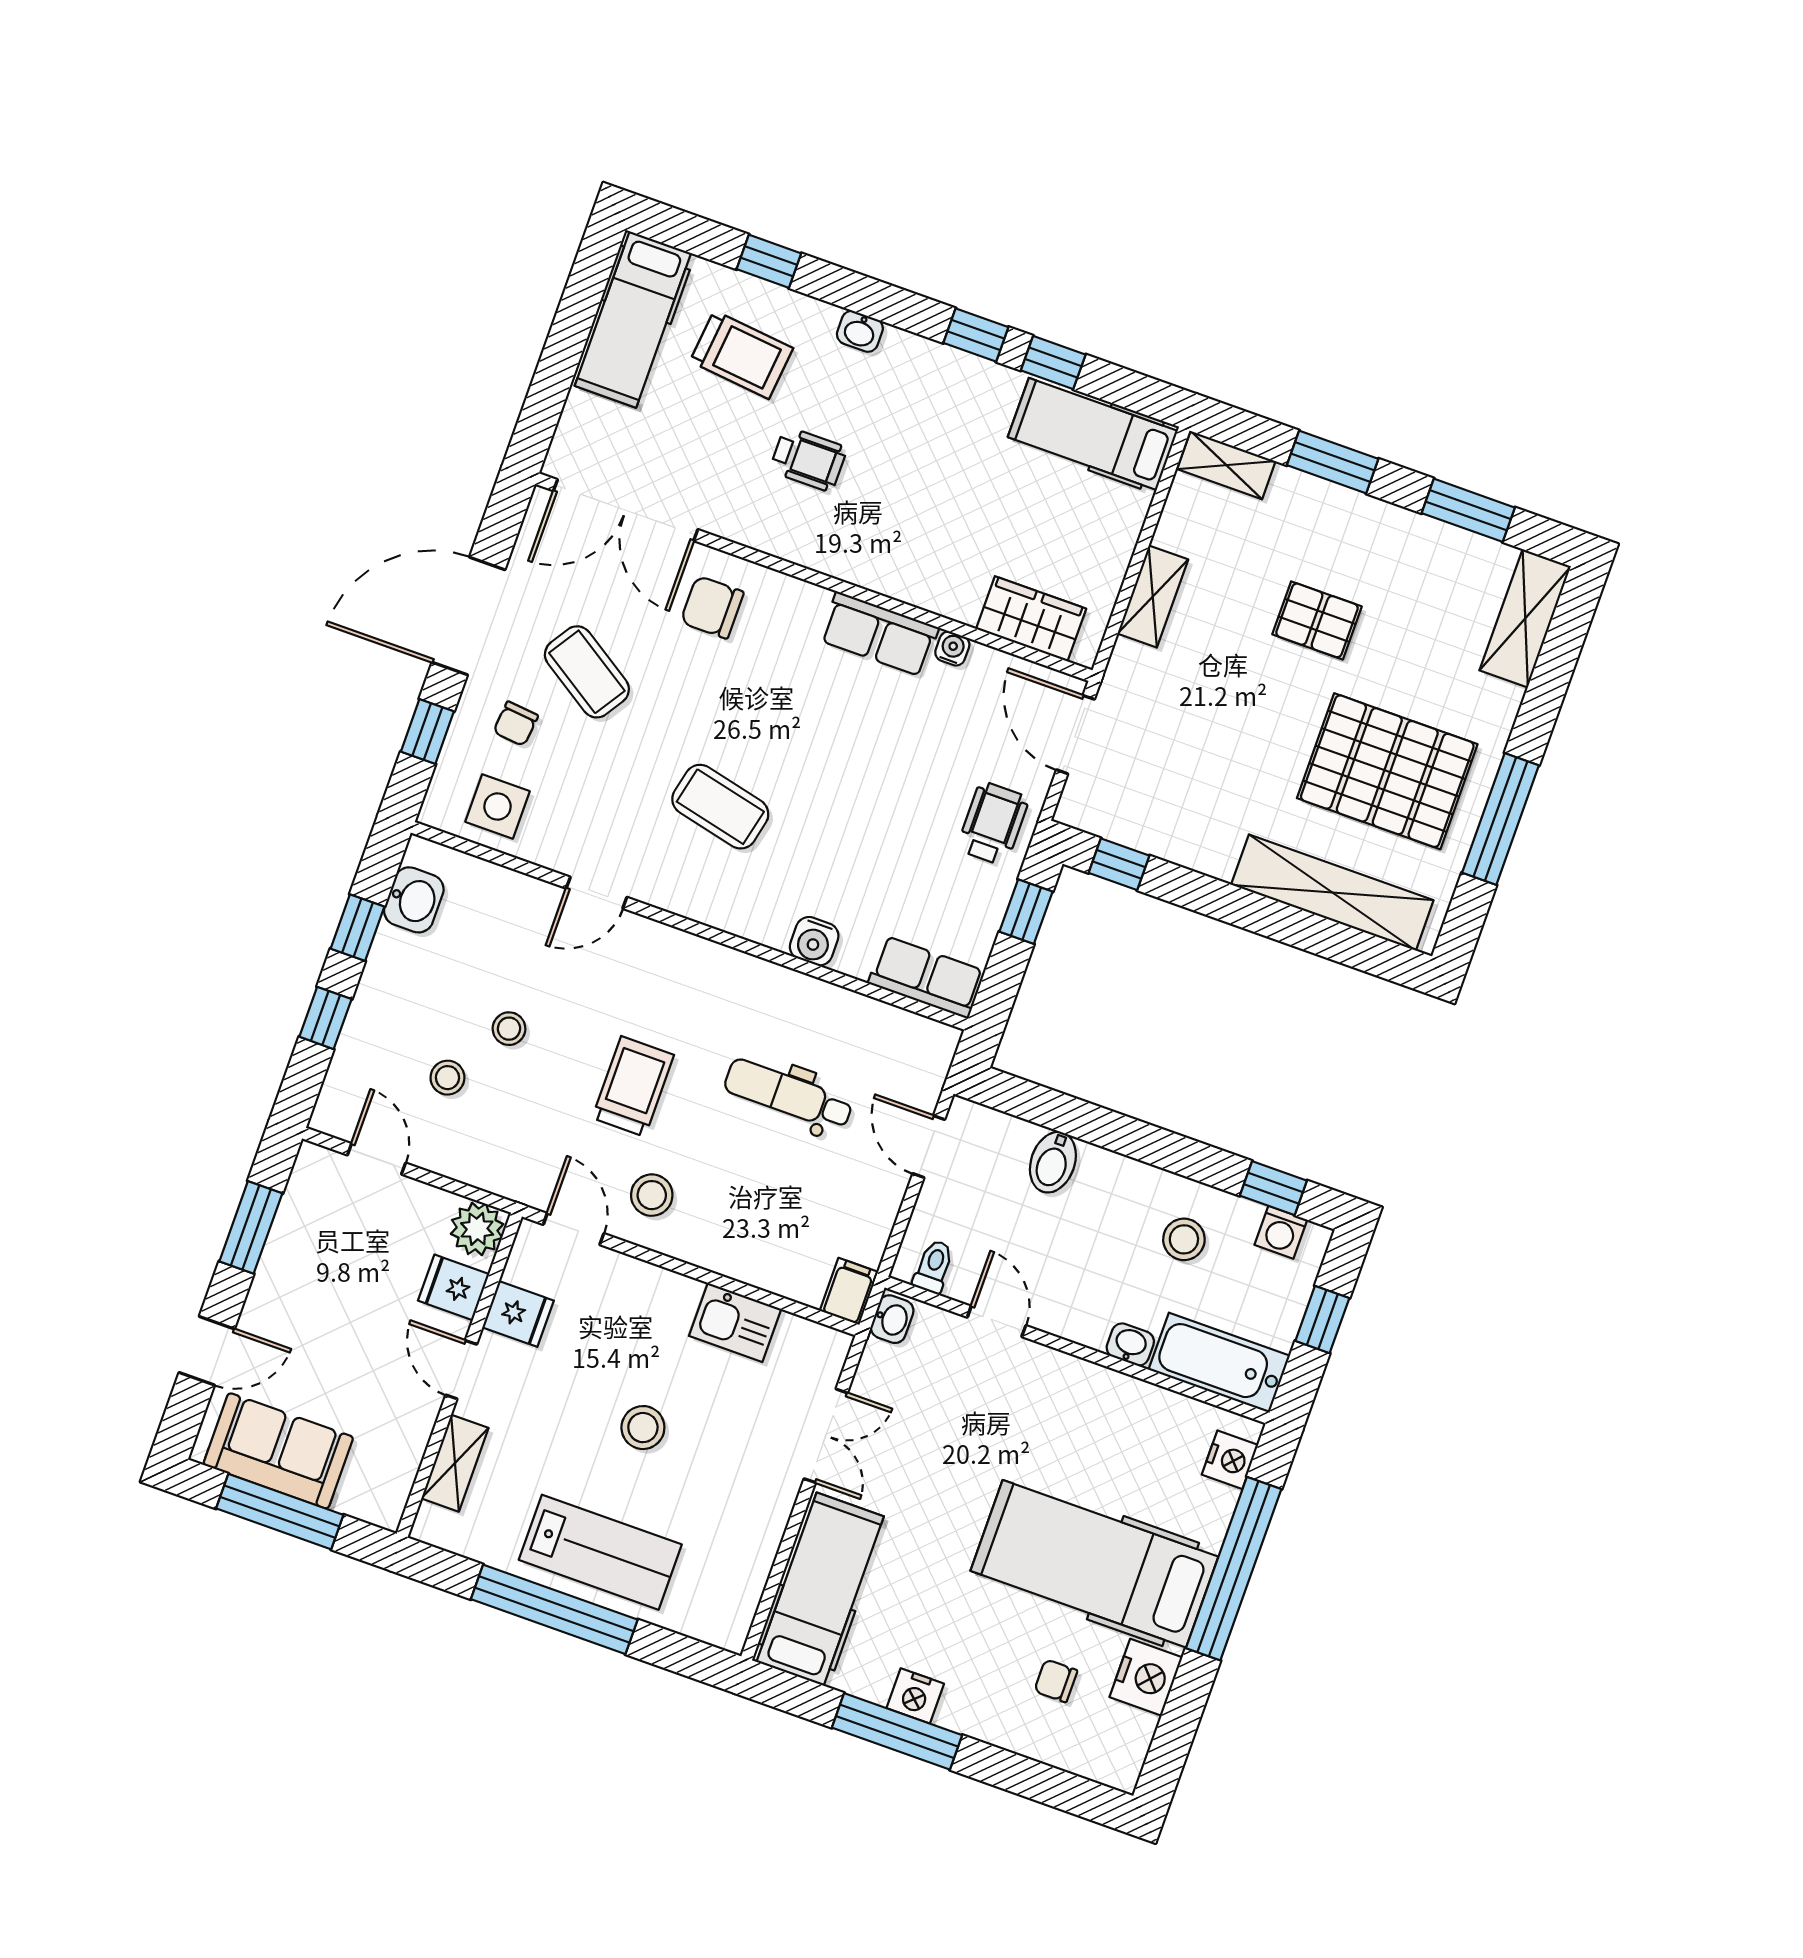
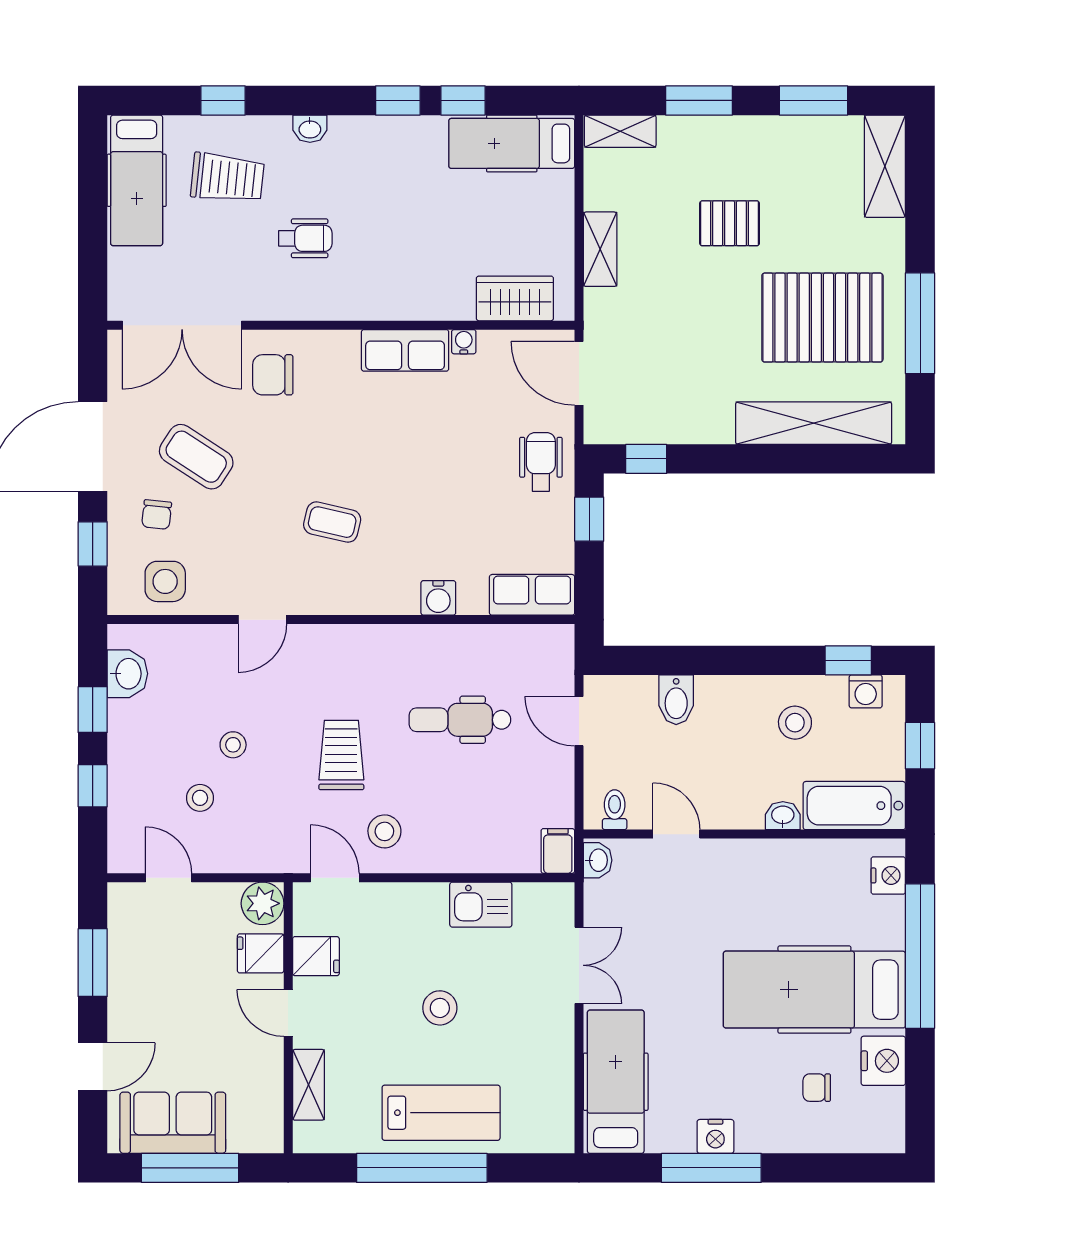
coffee table: (720, 807) -> (332, 522), width x0.73, depth x0.77

